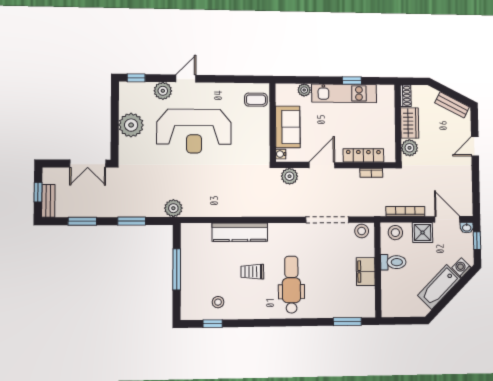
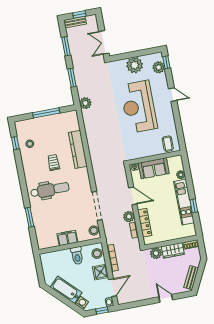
plant: (163, 91) -> (159, 67), moved
plant: (289, 176) -> (129, 217), moved
window: (347, 322) -> (30, 217), moved

